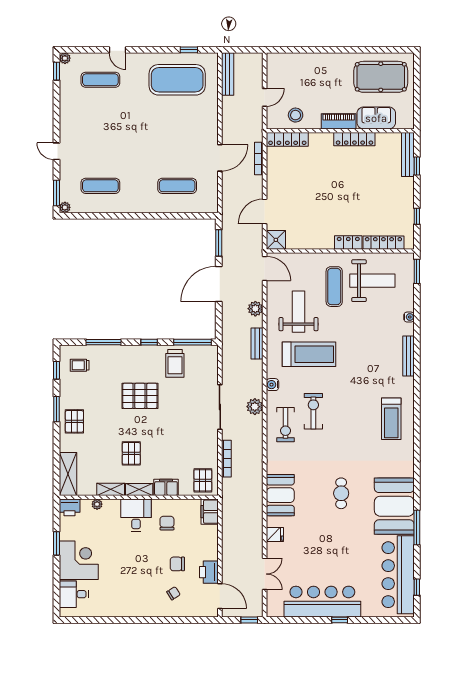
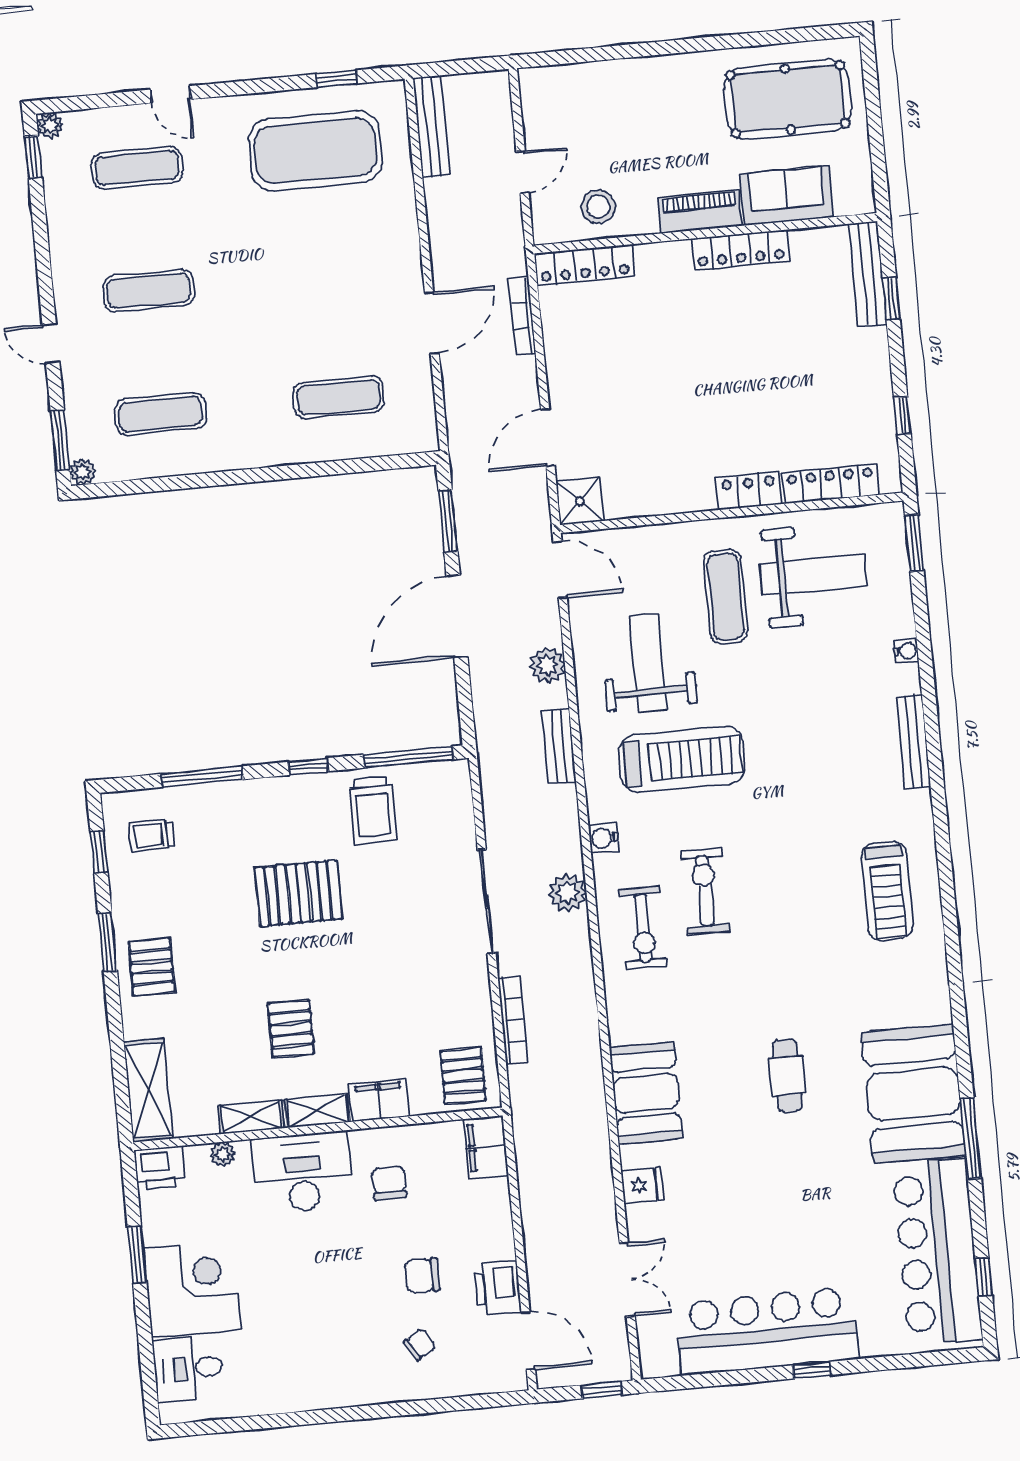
exercise mat: (100, 133) -> (149, 291), added
desk: (136, 515) -> (302, 1172), width x1.37

